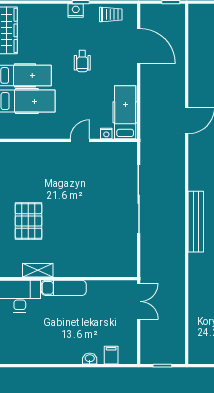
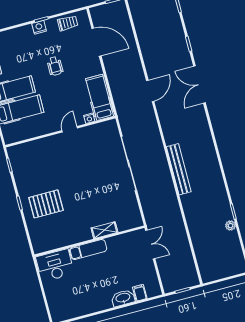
pallet: (28, 221) -> (46, 204), turned 90
shelving: (38, 270) -> (104, 230), moved
washbasin: (90, 359) -> (123, 298), width x1.91, depth x1.45

